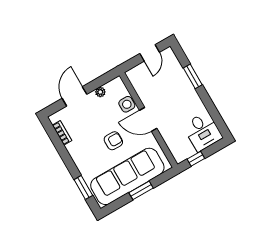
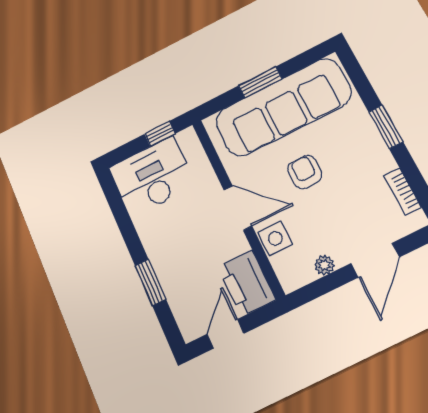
printer: (140, 80) -> (247, 283), added
desk: (203, 132) -> (152, 176), width x1.37
armchair: (113, 141) -> (305, 172), turned 90
window: (83, 187) -> (386, 127), moved

